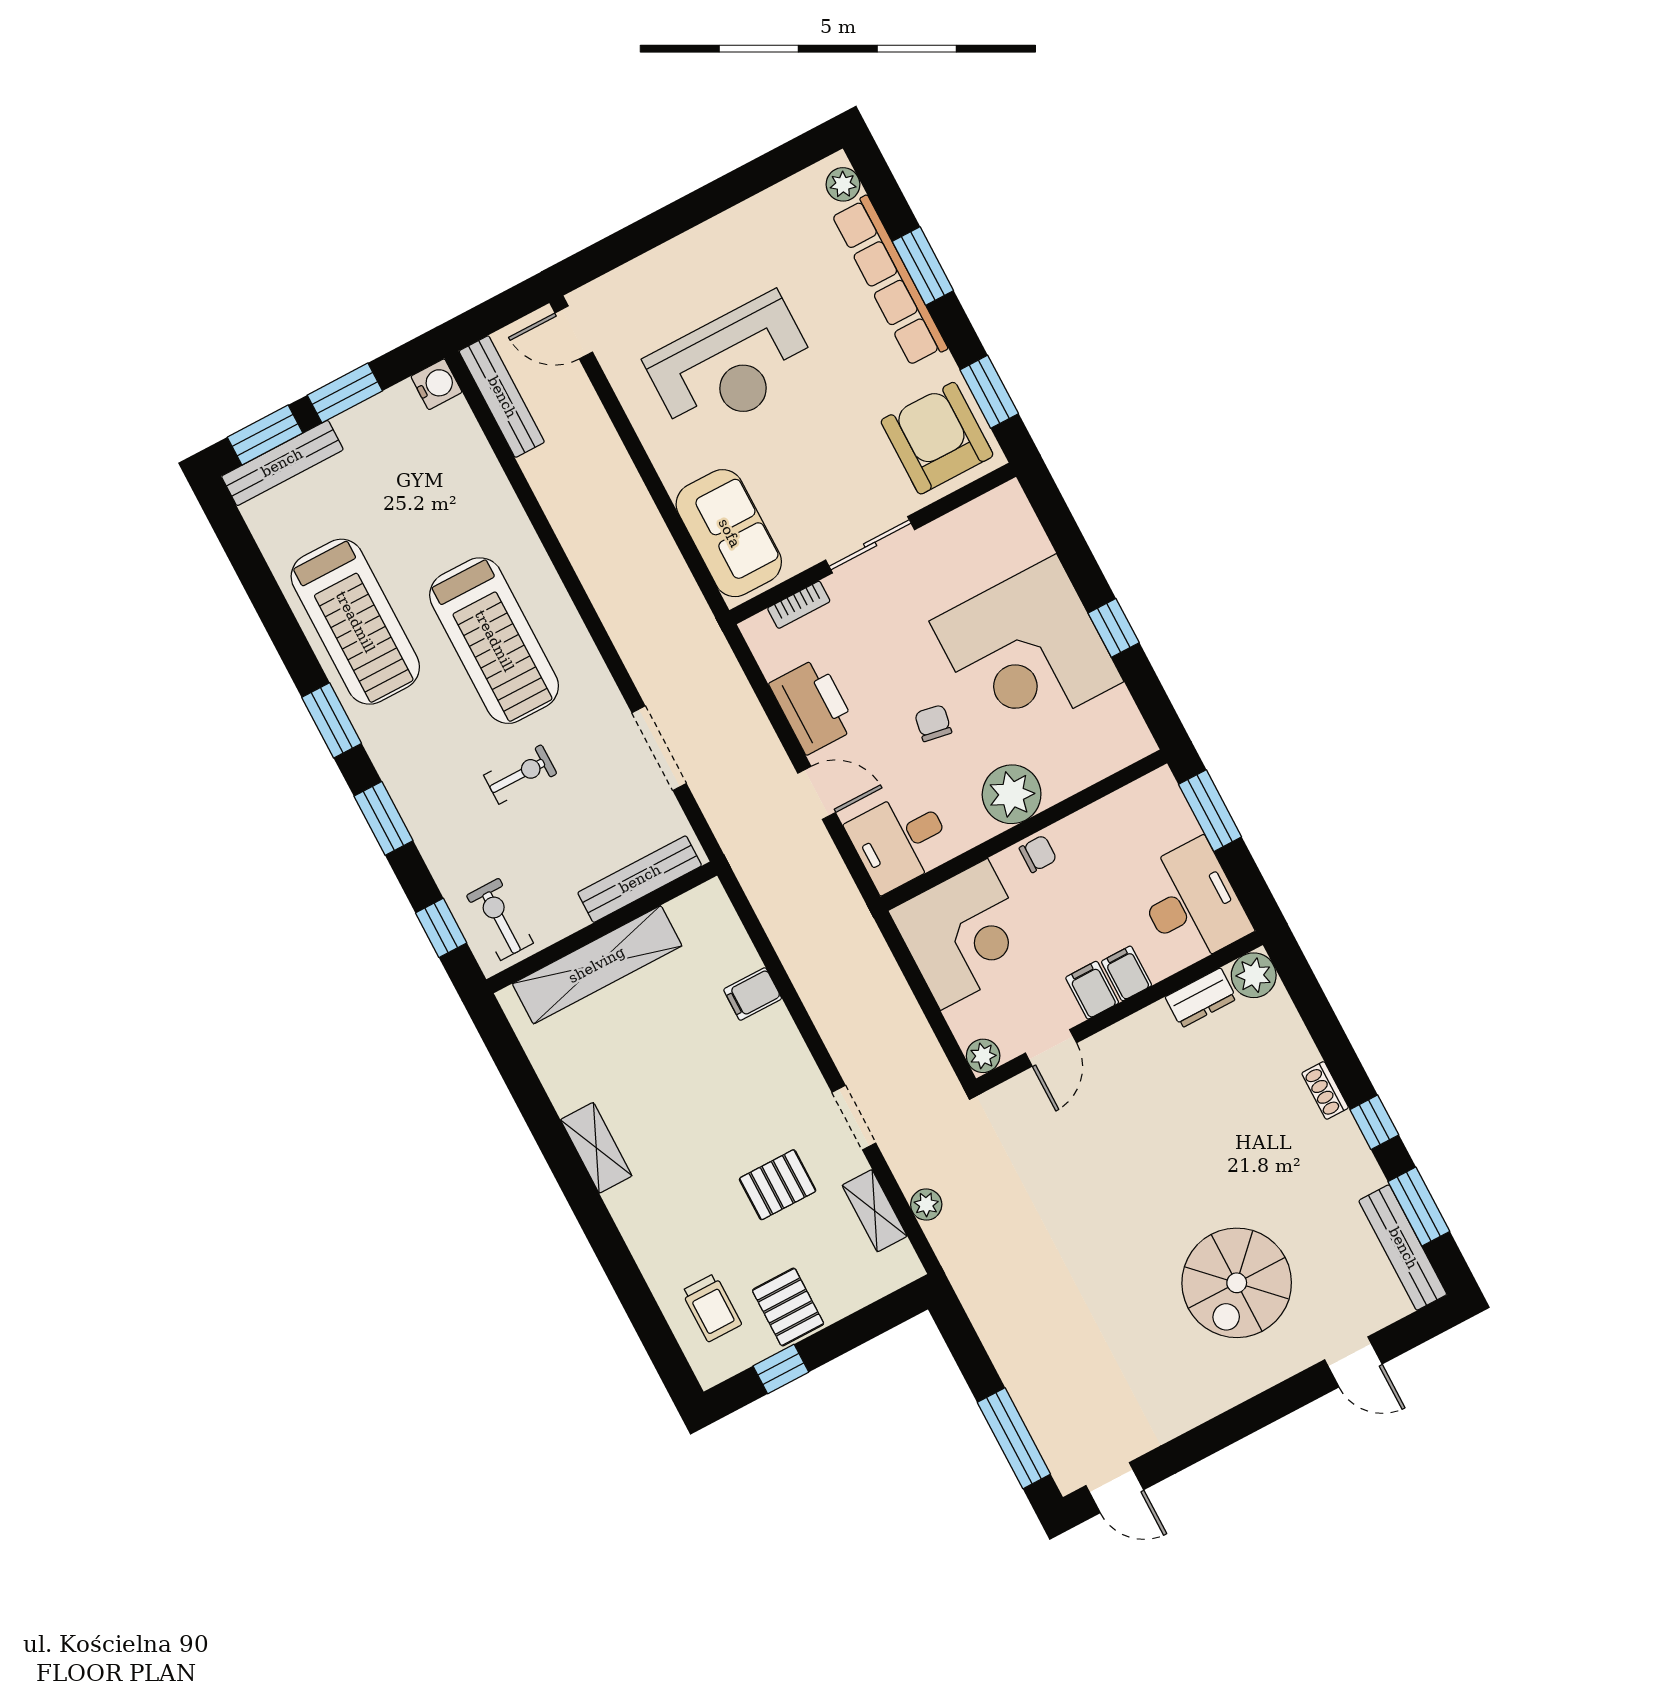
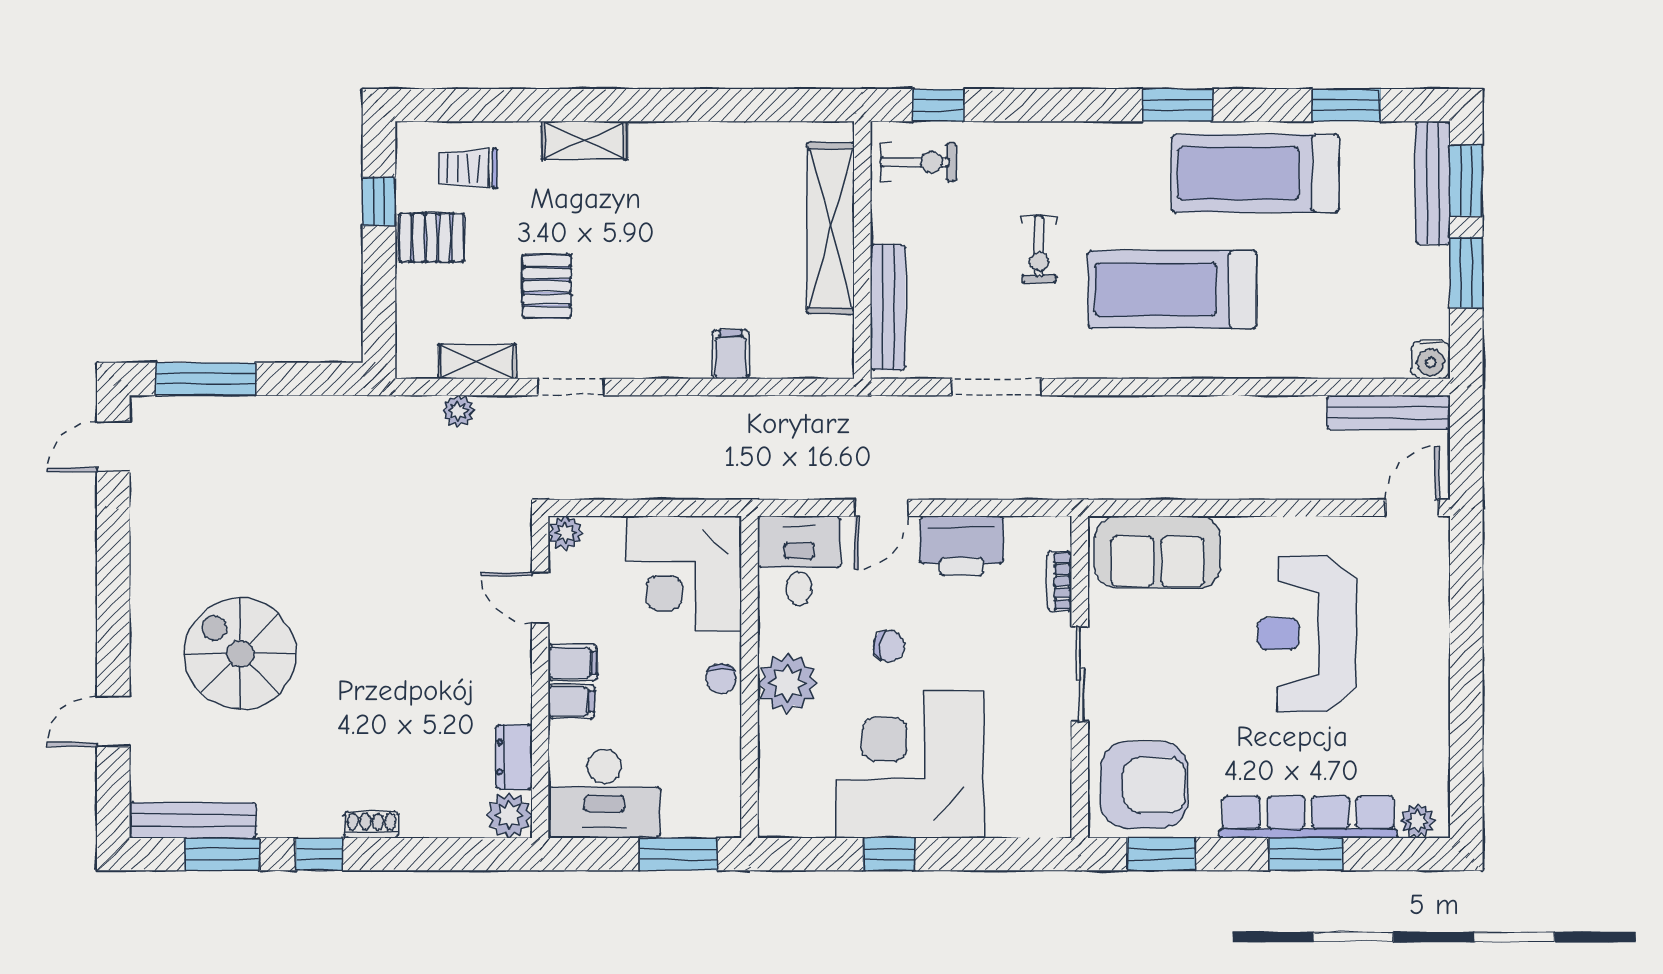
window: (383, 818) -> (1346, 105), moved
shelving: (596, 1148) -> (584, 140), moved

